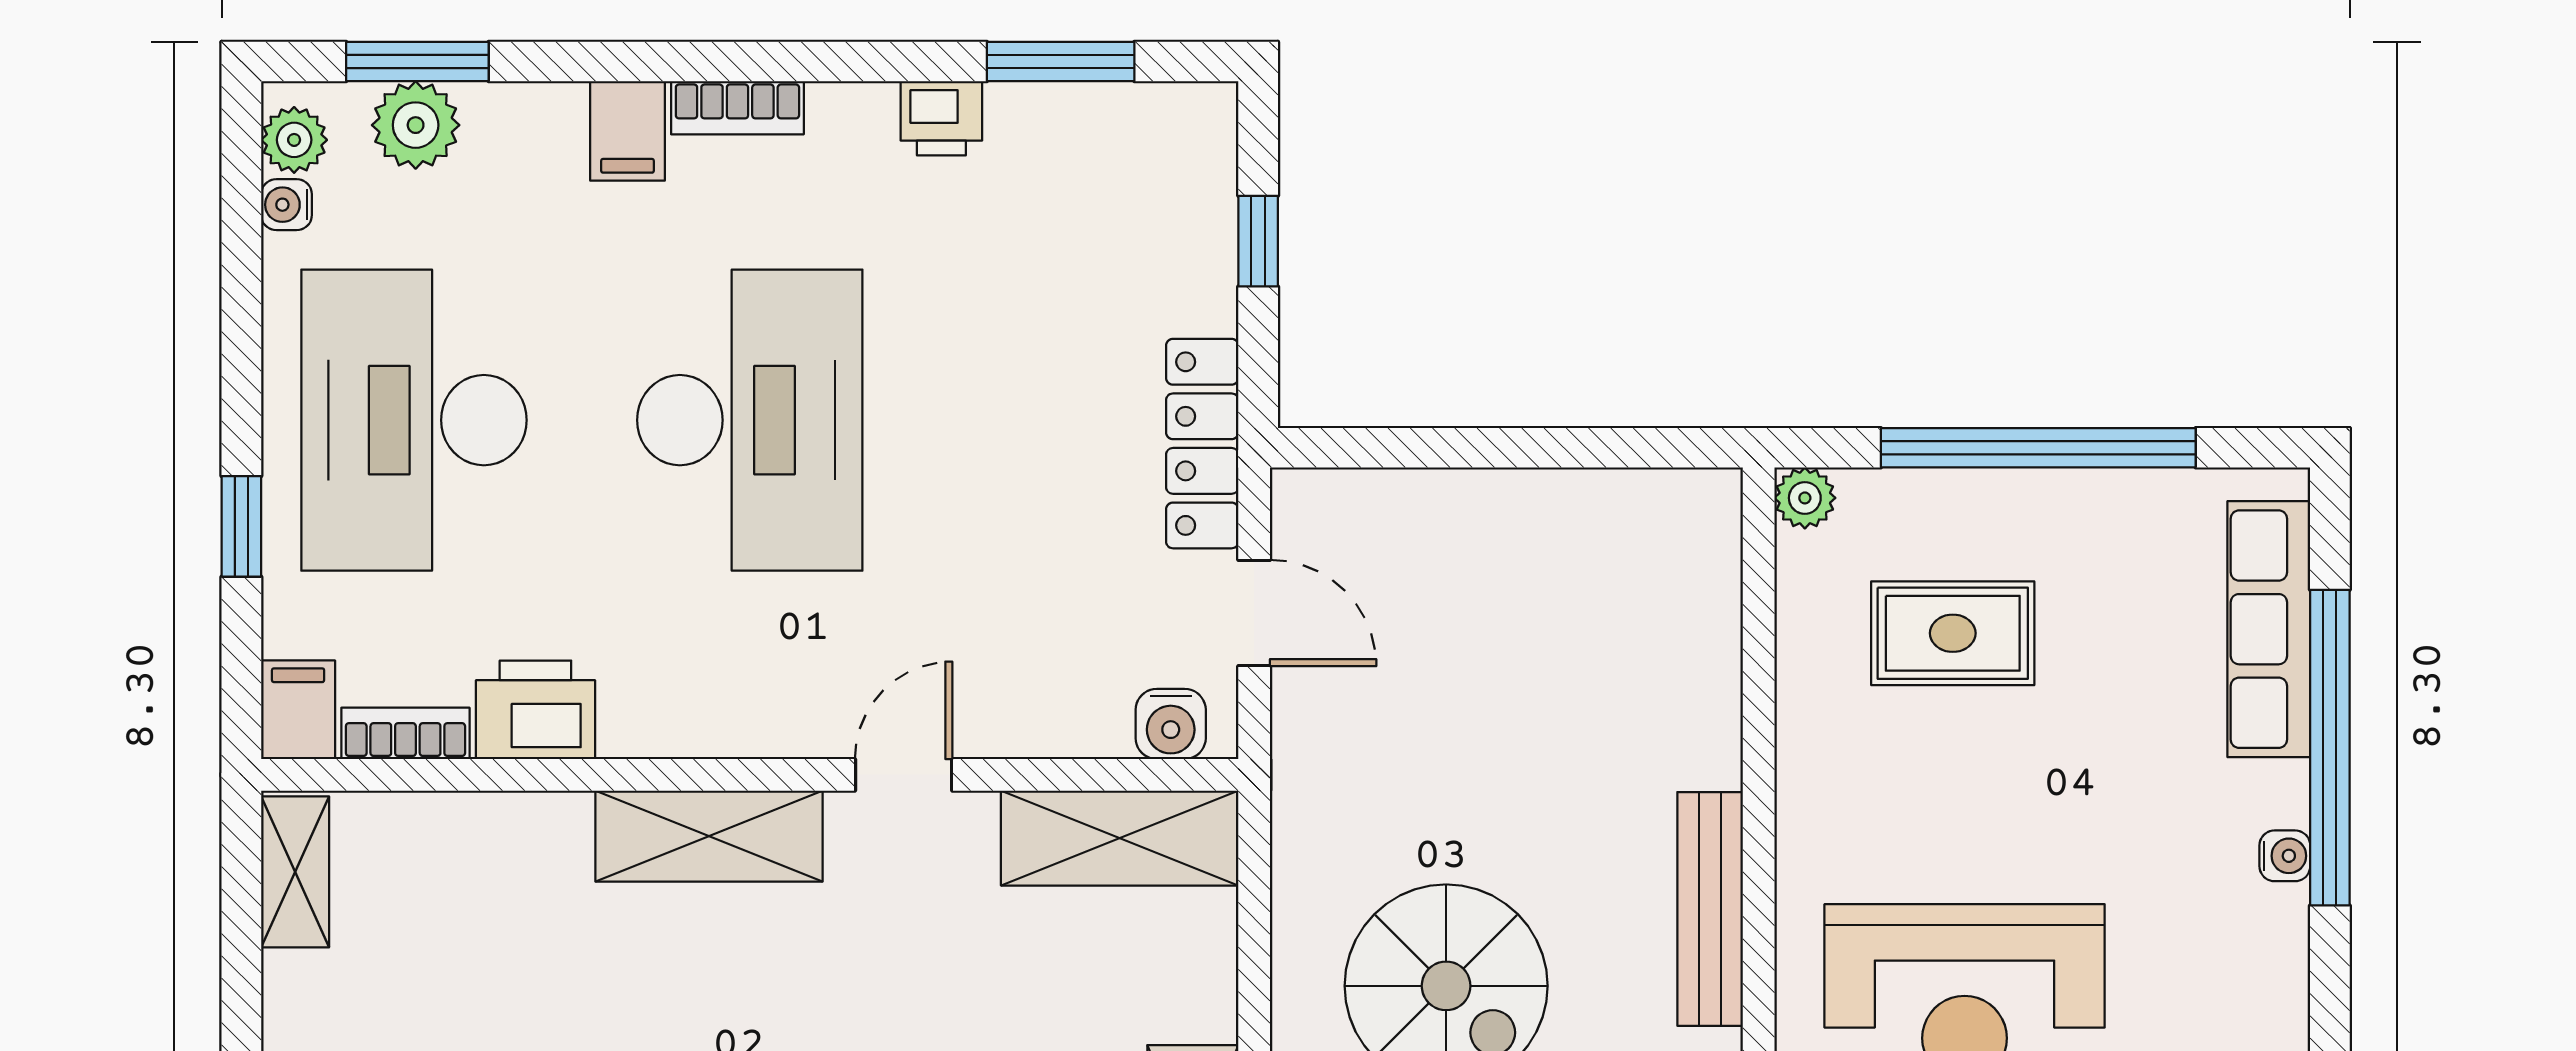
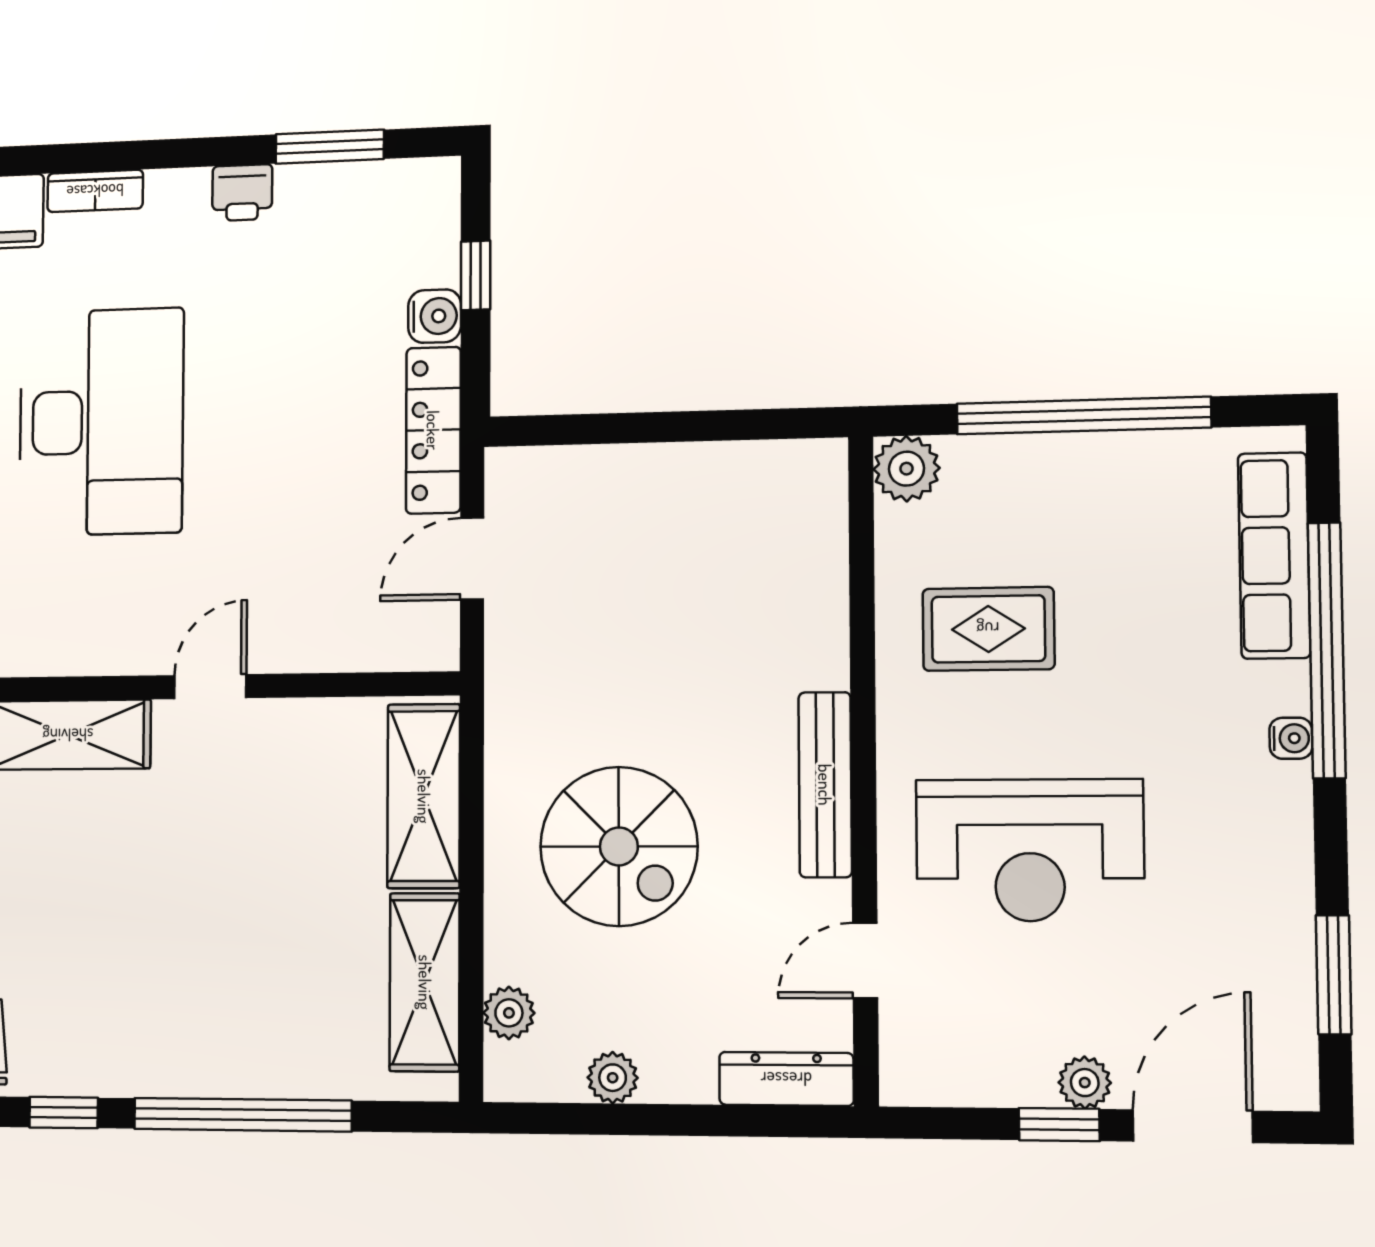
plant: (1805, 498) -> (907, 469), width x1.38, depth x1.38
door: (1254, 613) -> (472, 559), swing flipped
rug: (1953, 633) -> (988, 629), moved
water cooler: (1171, 724) -> (435, 316), moved, turned -90
shelving: (1120, 838) -> (424, 796), moved, turned 90

